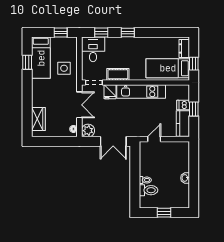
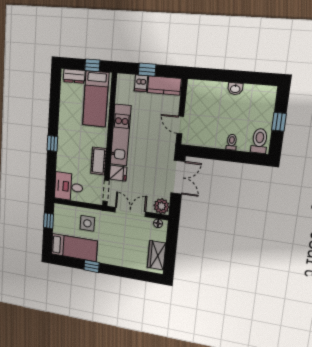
window: (101, 33) -> (51, 175), removed
window: (27, 62) -> (92, 266), moved
wardrobe: (38, 119) -> (156, 255), moved, turned -90
toilet: (149, 190) -> (259, 141), moved

